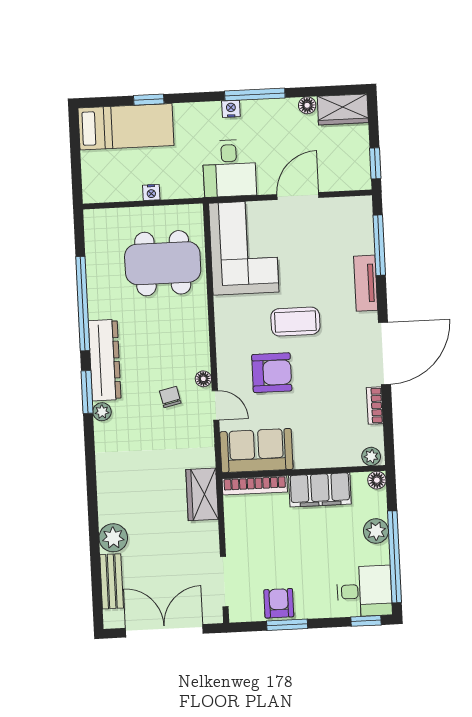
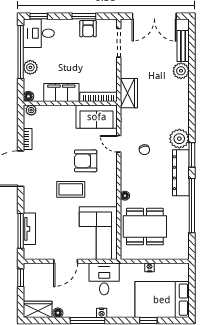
bed: (126, 127) -> (162, 300), width x1.50
tv unit: (366, 283) -> (29, 229), moved
floor lamp: (203, 379) -> (125, 196), moved
plant: (102, 412) -> (179, 139), width x1.87, depth x1.87

